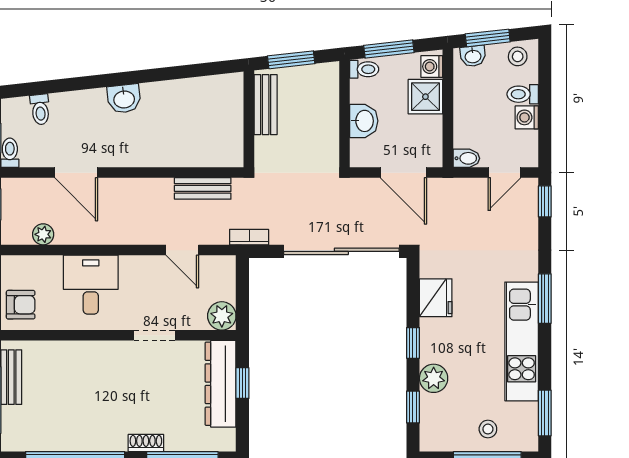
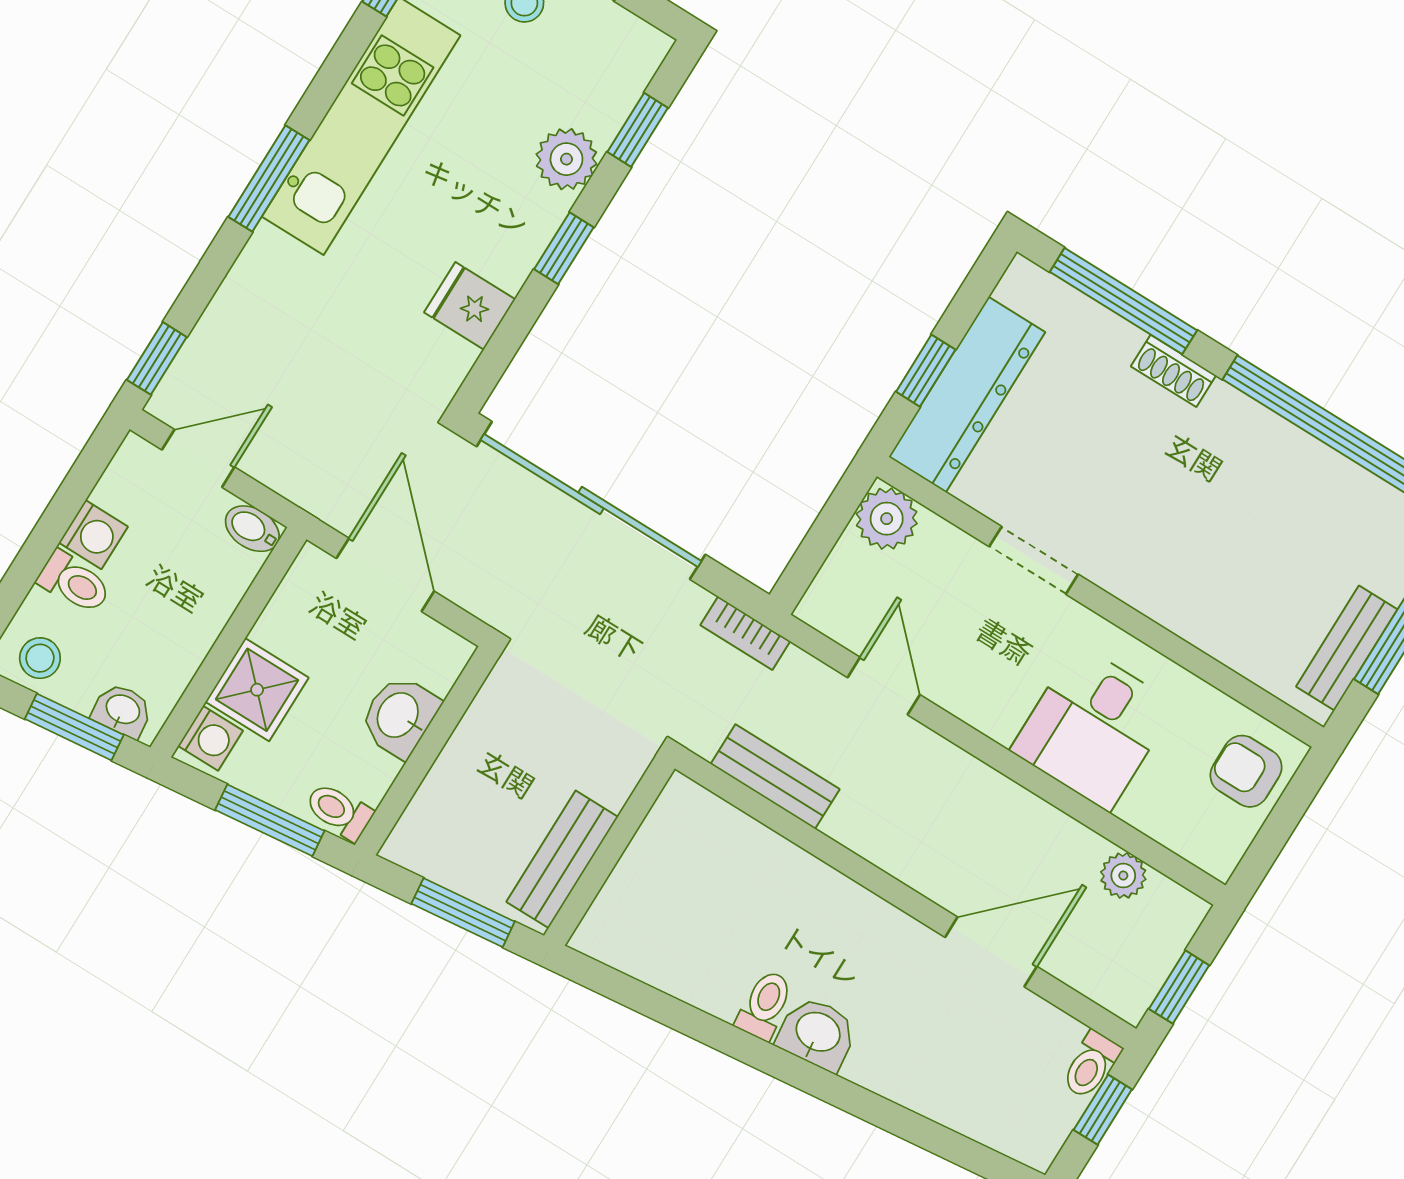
toilet: (40, 109) -> (765, 1005), moved
door: (76, 173) -> (991, 952), hinge flipped
fridge: (436, 298) -> (470, 306), width x0.72

